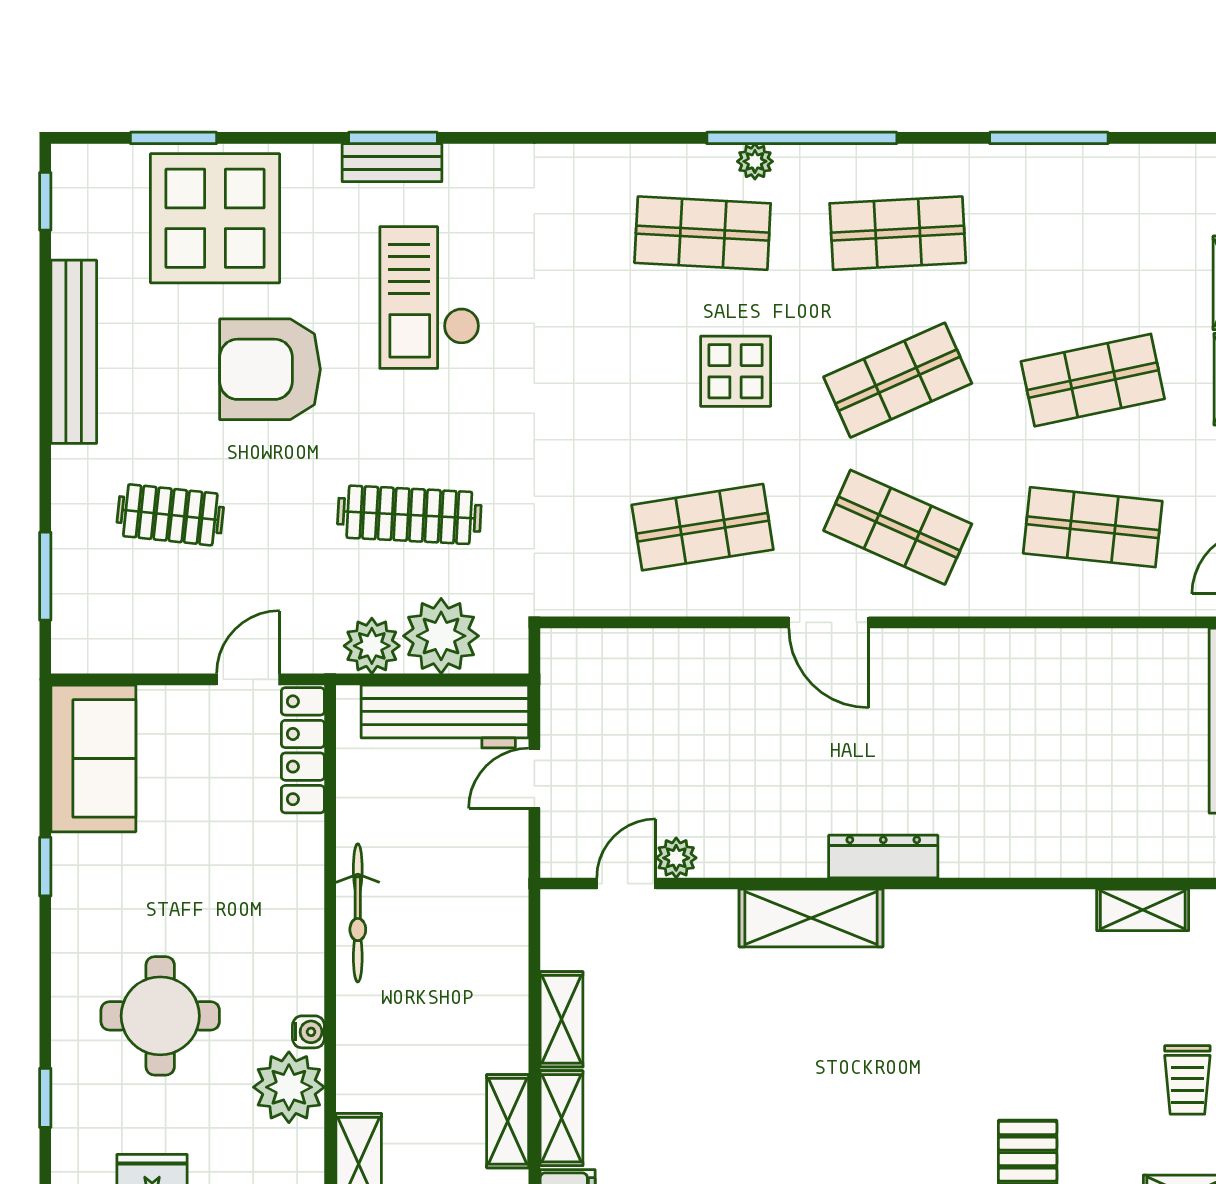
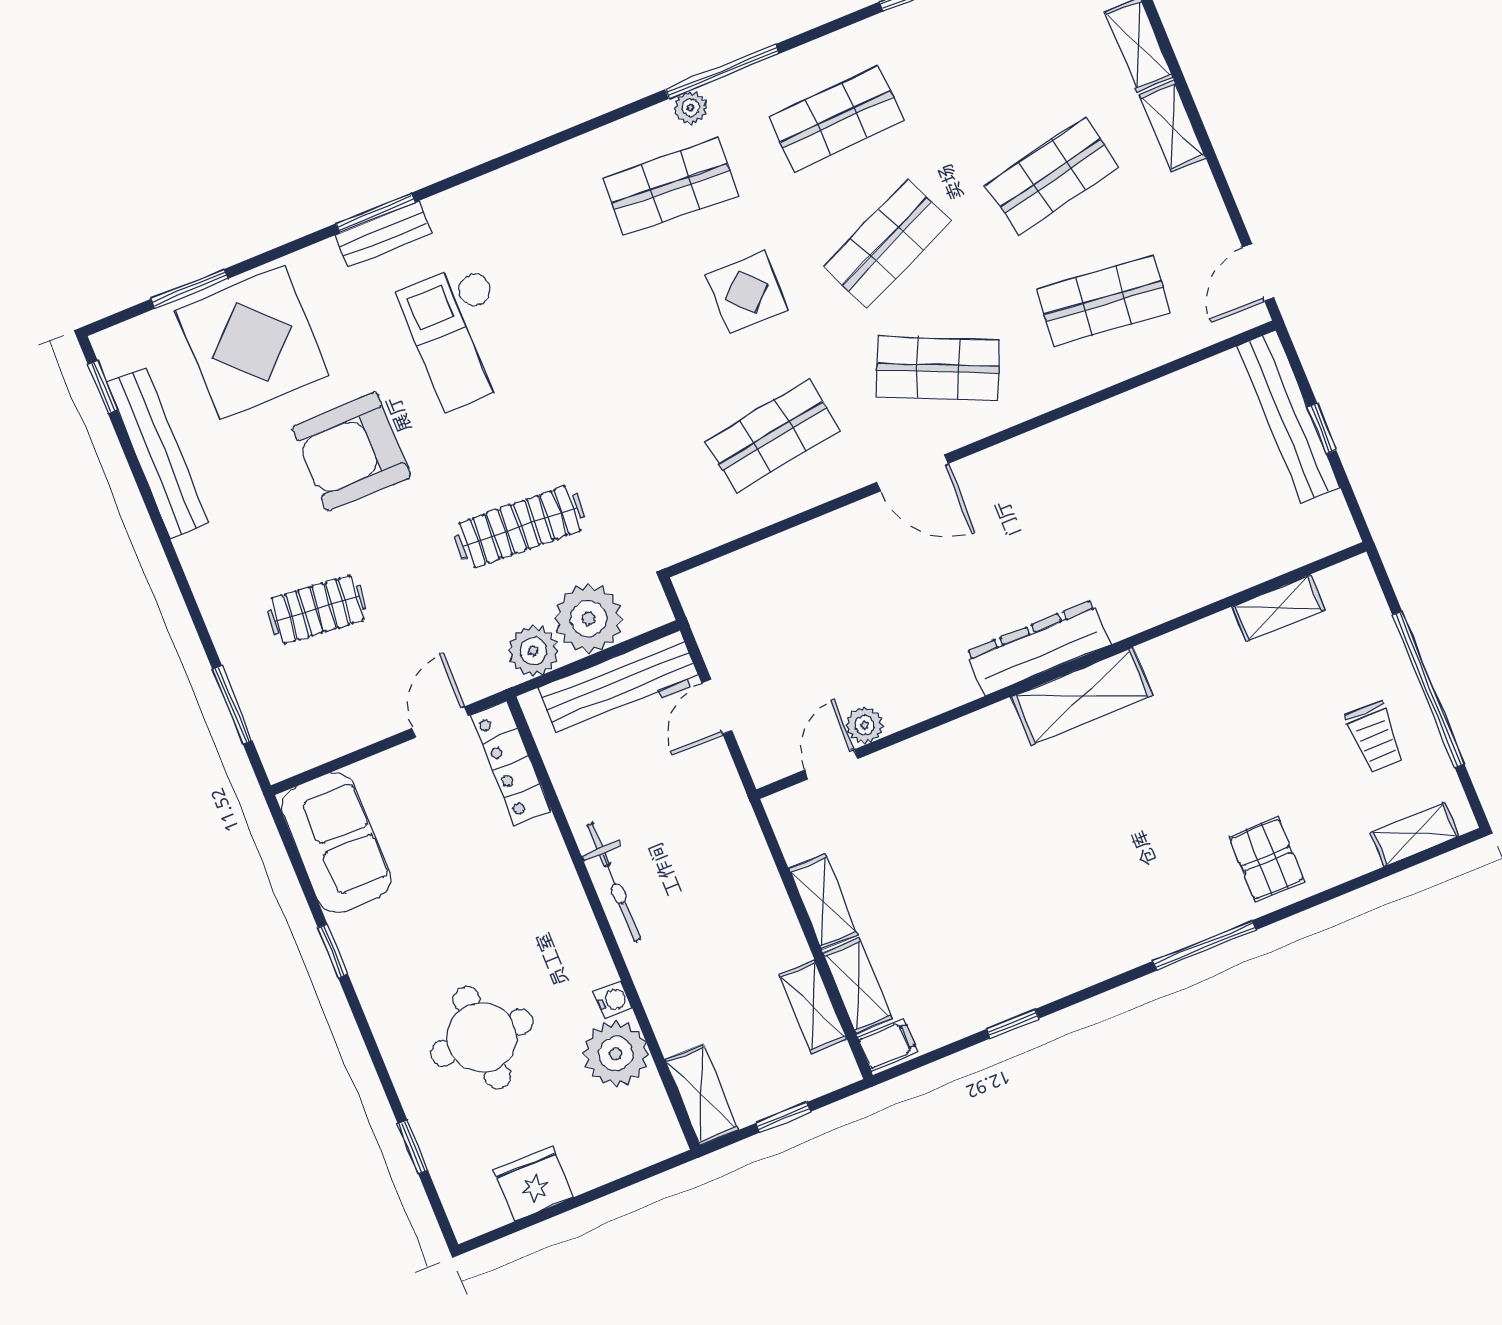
window: (802, 138) -> (722, 72), width x0.68
bench: (74, 352) -> (158, 453), moved
dresser: (883, 856) -> (1038, 648), width x1.37, depth x1.24
shelving: (811, 918) -> (1082, 696), moved

